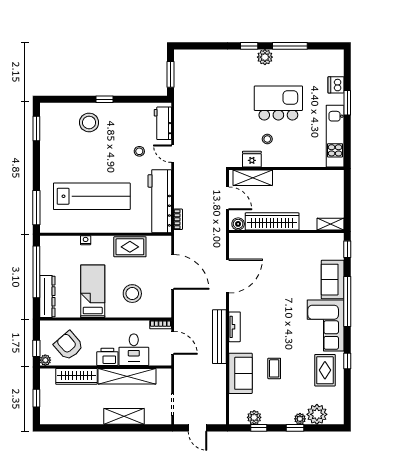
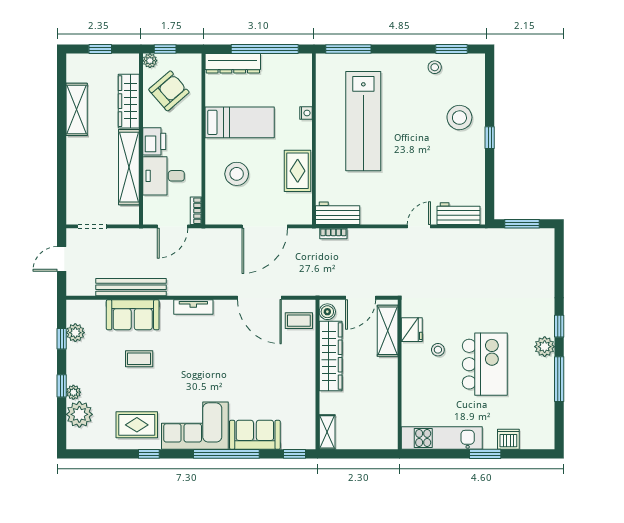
stool: (139, 151) -> (435, 67), moved
workbench: (160, 201) -> (338, 213), width x0.53, depth x0.76
coffee table: (245, 246) -> (299, 321), added
bench: (219, 337) -> (131, 287), moved
shelving: (124, 416) -> (77, 109), moved

